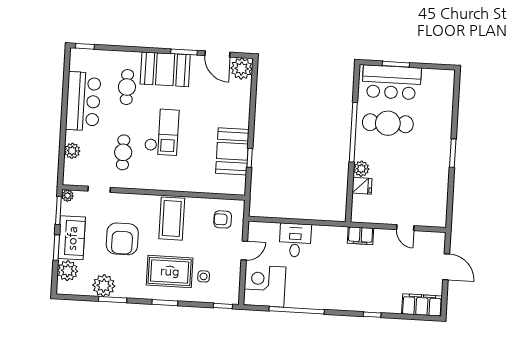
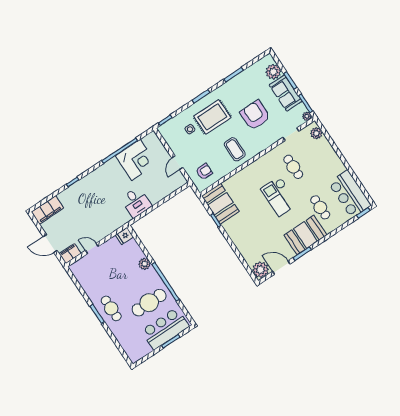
bar counter: (83, 101) -> (350, 194), moved
cafe table: (433, 148) -> (111, 308), added
plant: (72, 151) -> (316, 133), moved
booth: (232, 151) -> (220, 204), moved
fridge: (362, 186) -> (124, 236), moved
coffee table: (172, 219) -> (235, 149), width x0.73, depth x0.76
filing cabinet: (361, 236) -> (70, 254), moved
desk: (295, 240) -> (136, 202), moved
plant: (104, 286) -> (245, 79), removed
corner desk: (265, 286) -> (136, 160), moved

